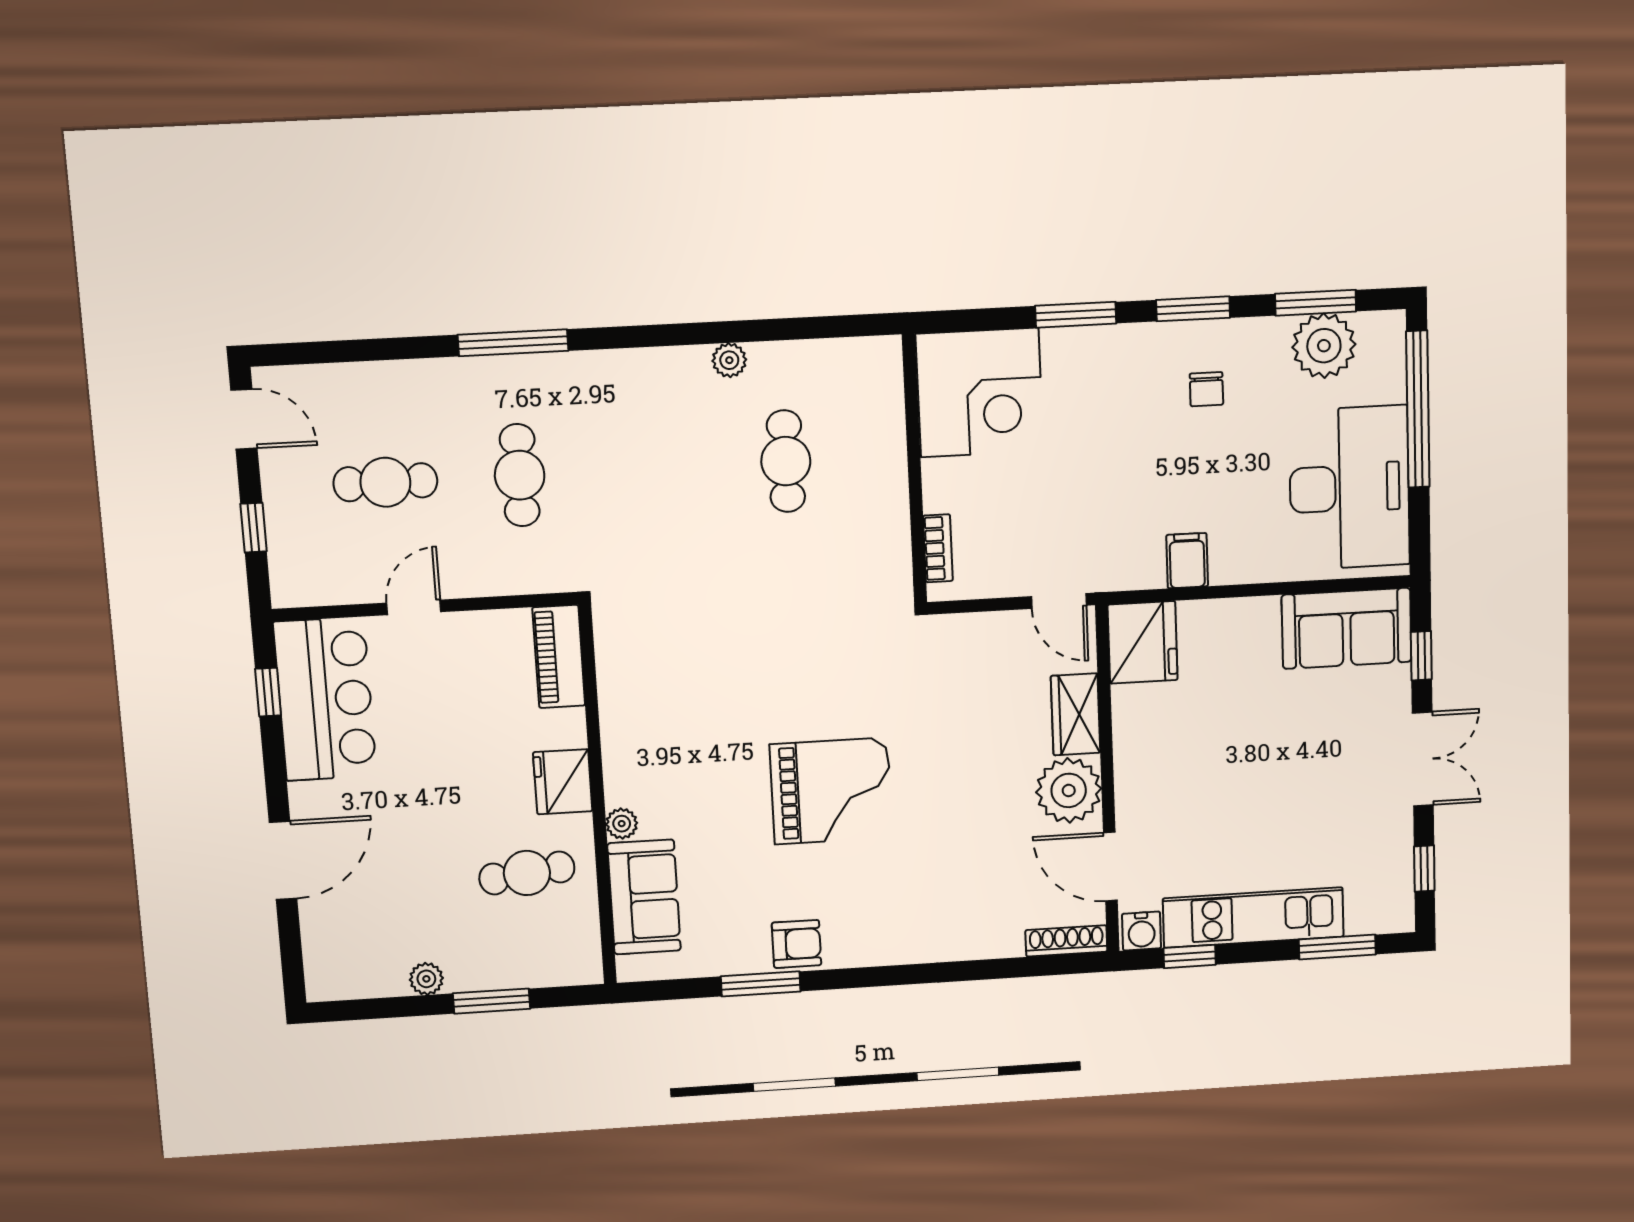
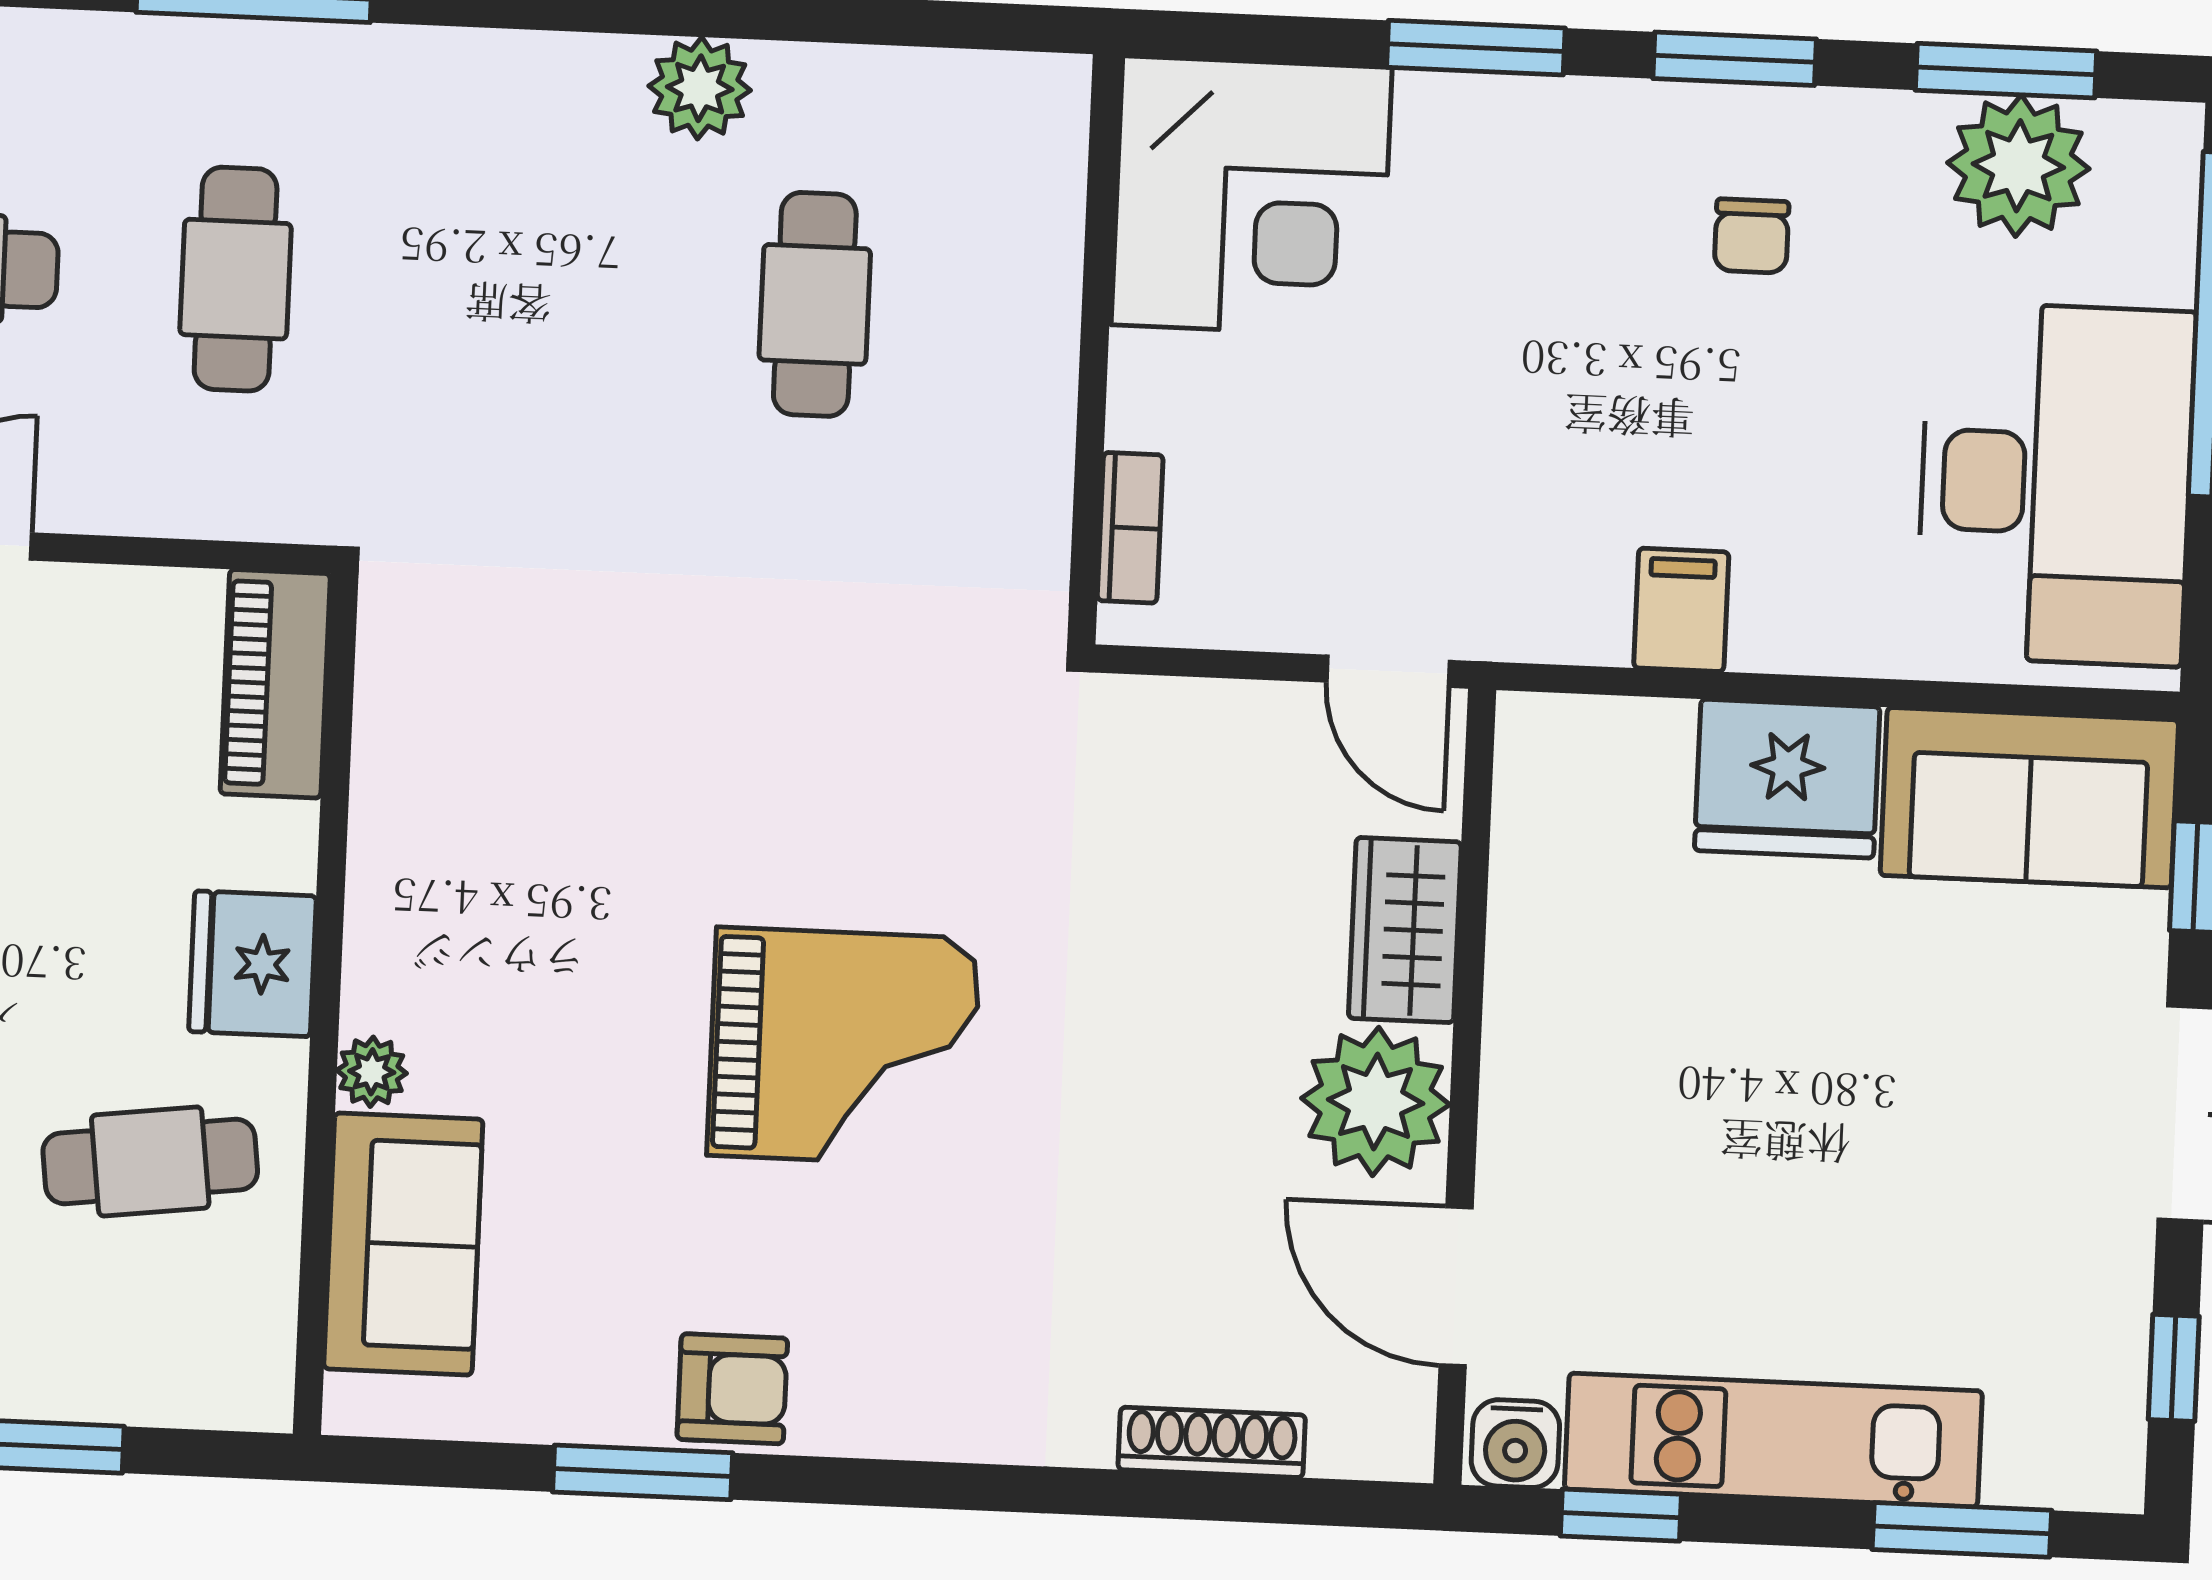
plant: (729, 360) -> (700, 88), width x1.38, depth x1.38
fridge: (1143, 642) -> (1787, 779), moved, turned 90
shoe rack: (1066, 941) -> (1212, 1442), moved

